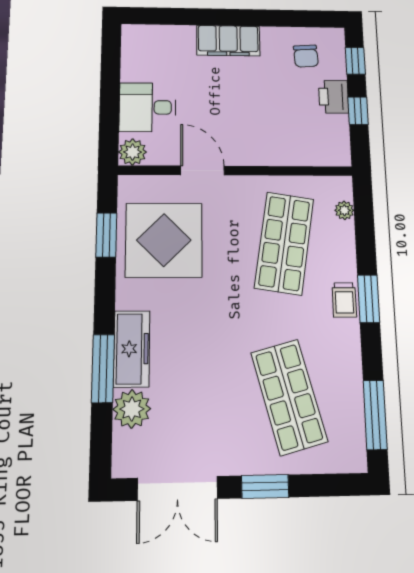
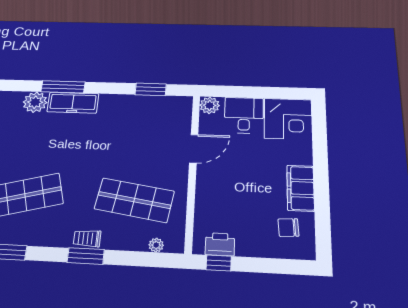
filing cabinet: (228, 41) -> (301, 188), moved
corner desk: (152, 53) -> (288, 119), added
window: (355, 61) -> (285, 266), removed
printer: (334, 97) -> (220, 244), moved
window: (358, 111) -> (219, 263), moved
display table: (164, 240) -> (144, 123), removed

